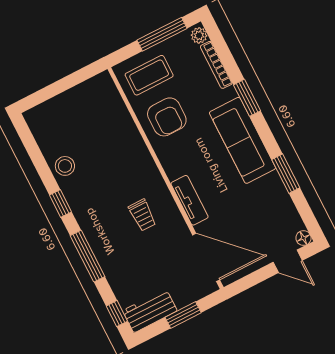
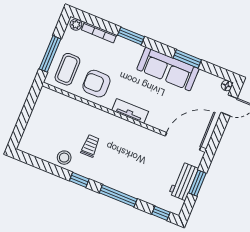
window: (162, 34) -> (50, 54), moved
armchair: (167, 117) -> (96, 84), turned 180
sofa: (243, 140) -> (168, 69), moved
tv unit: (190, 200) -> (130, 111), moved
trolley: (142, 215) -> (90, 146), moved, turned -90
workbench: (150, 311) -> (184, 181), moved

